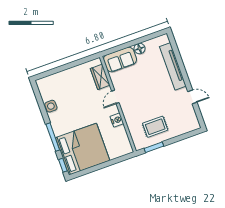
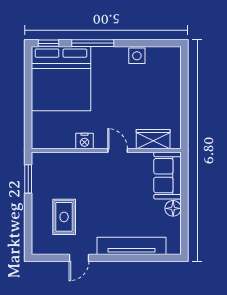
rug: (155, 127) -> (64, 217), moved

